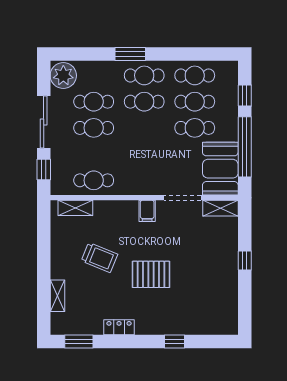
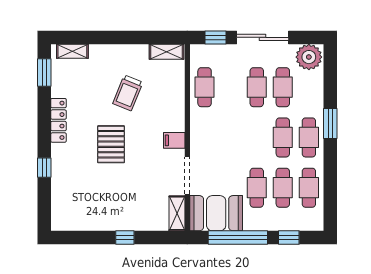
shelving: (75, 208) -> (167, 52), moved, turned 90
shelving: (57, 296) -> (72, 51), moved
locker: (119, 327) -> (58, 120), width x1.53

